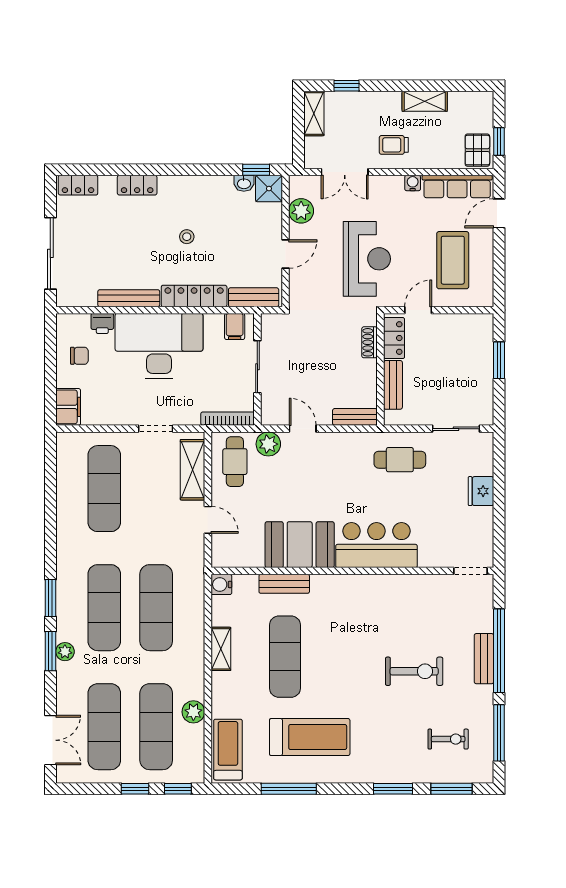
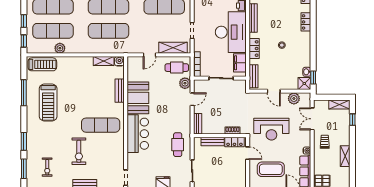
locker: (194, 296) -> (254, 49), width x0.66
filing cabinet: (235, 326) -> (240, 63), width x2.00
shelving: (221, 649) -> (104, 61), moved
exercise mat: (285, 657) -> (101, 125), moved

